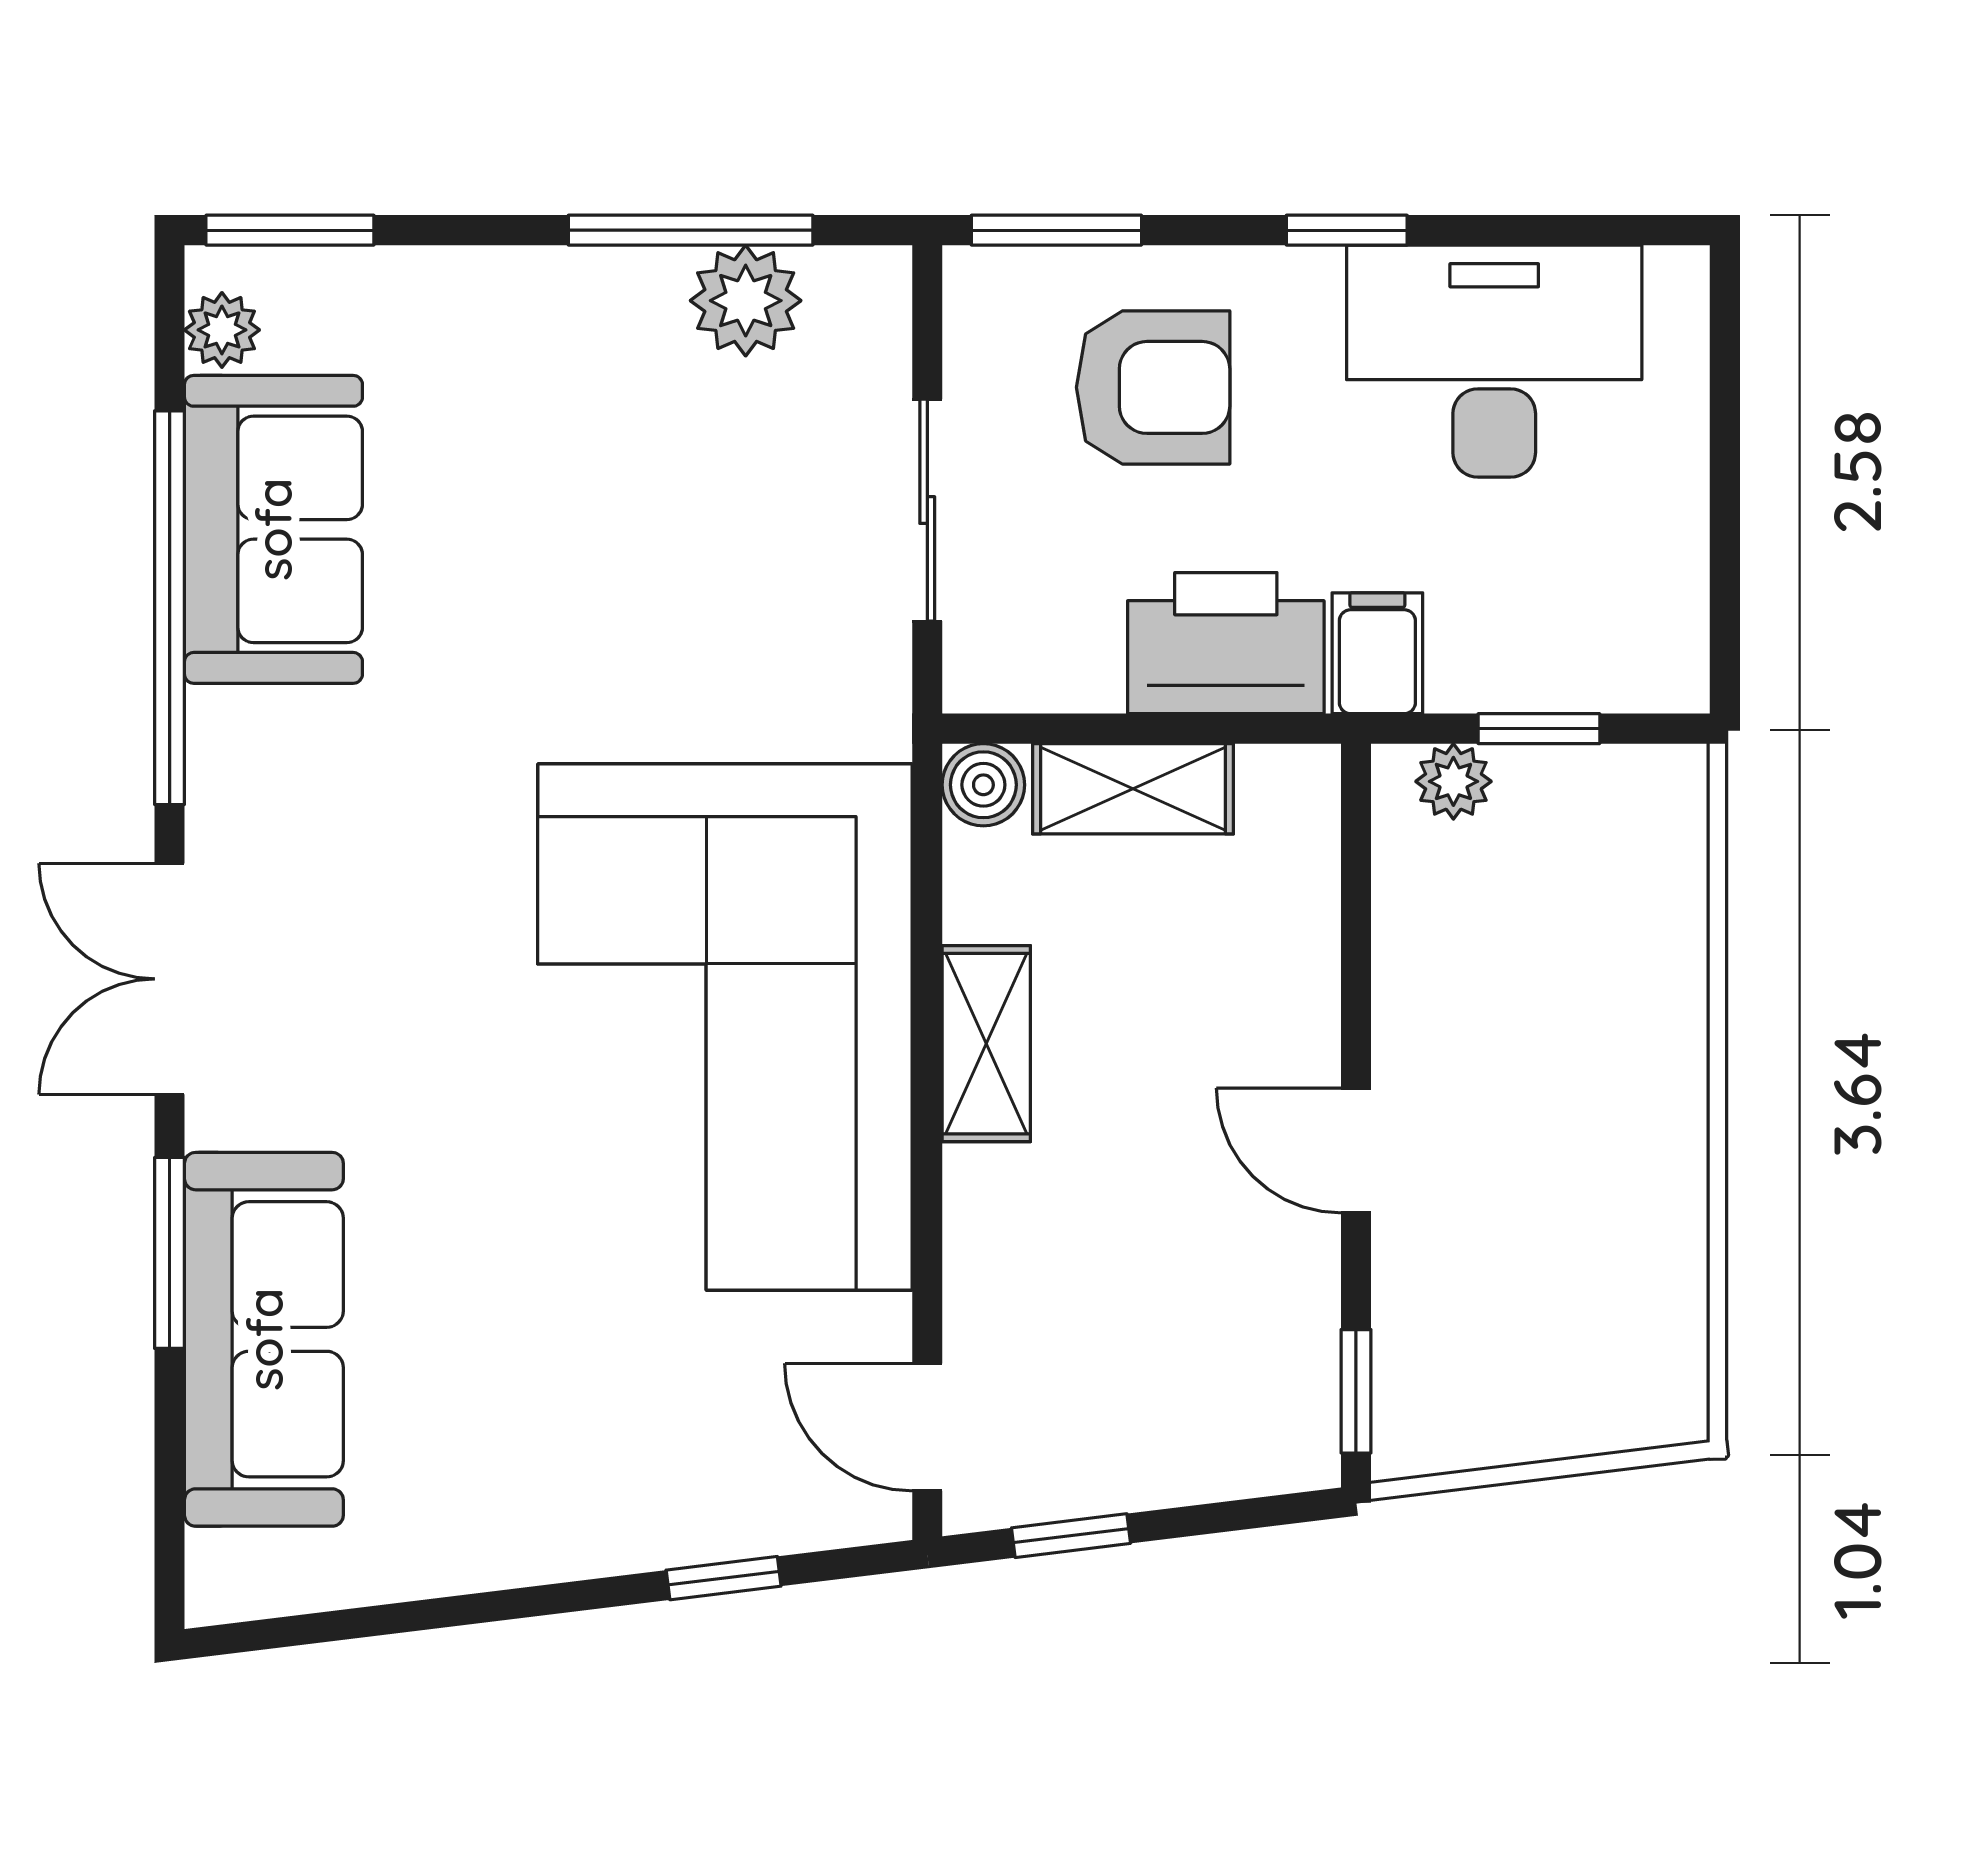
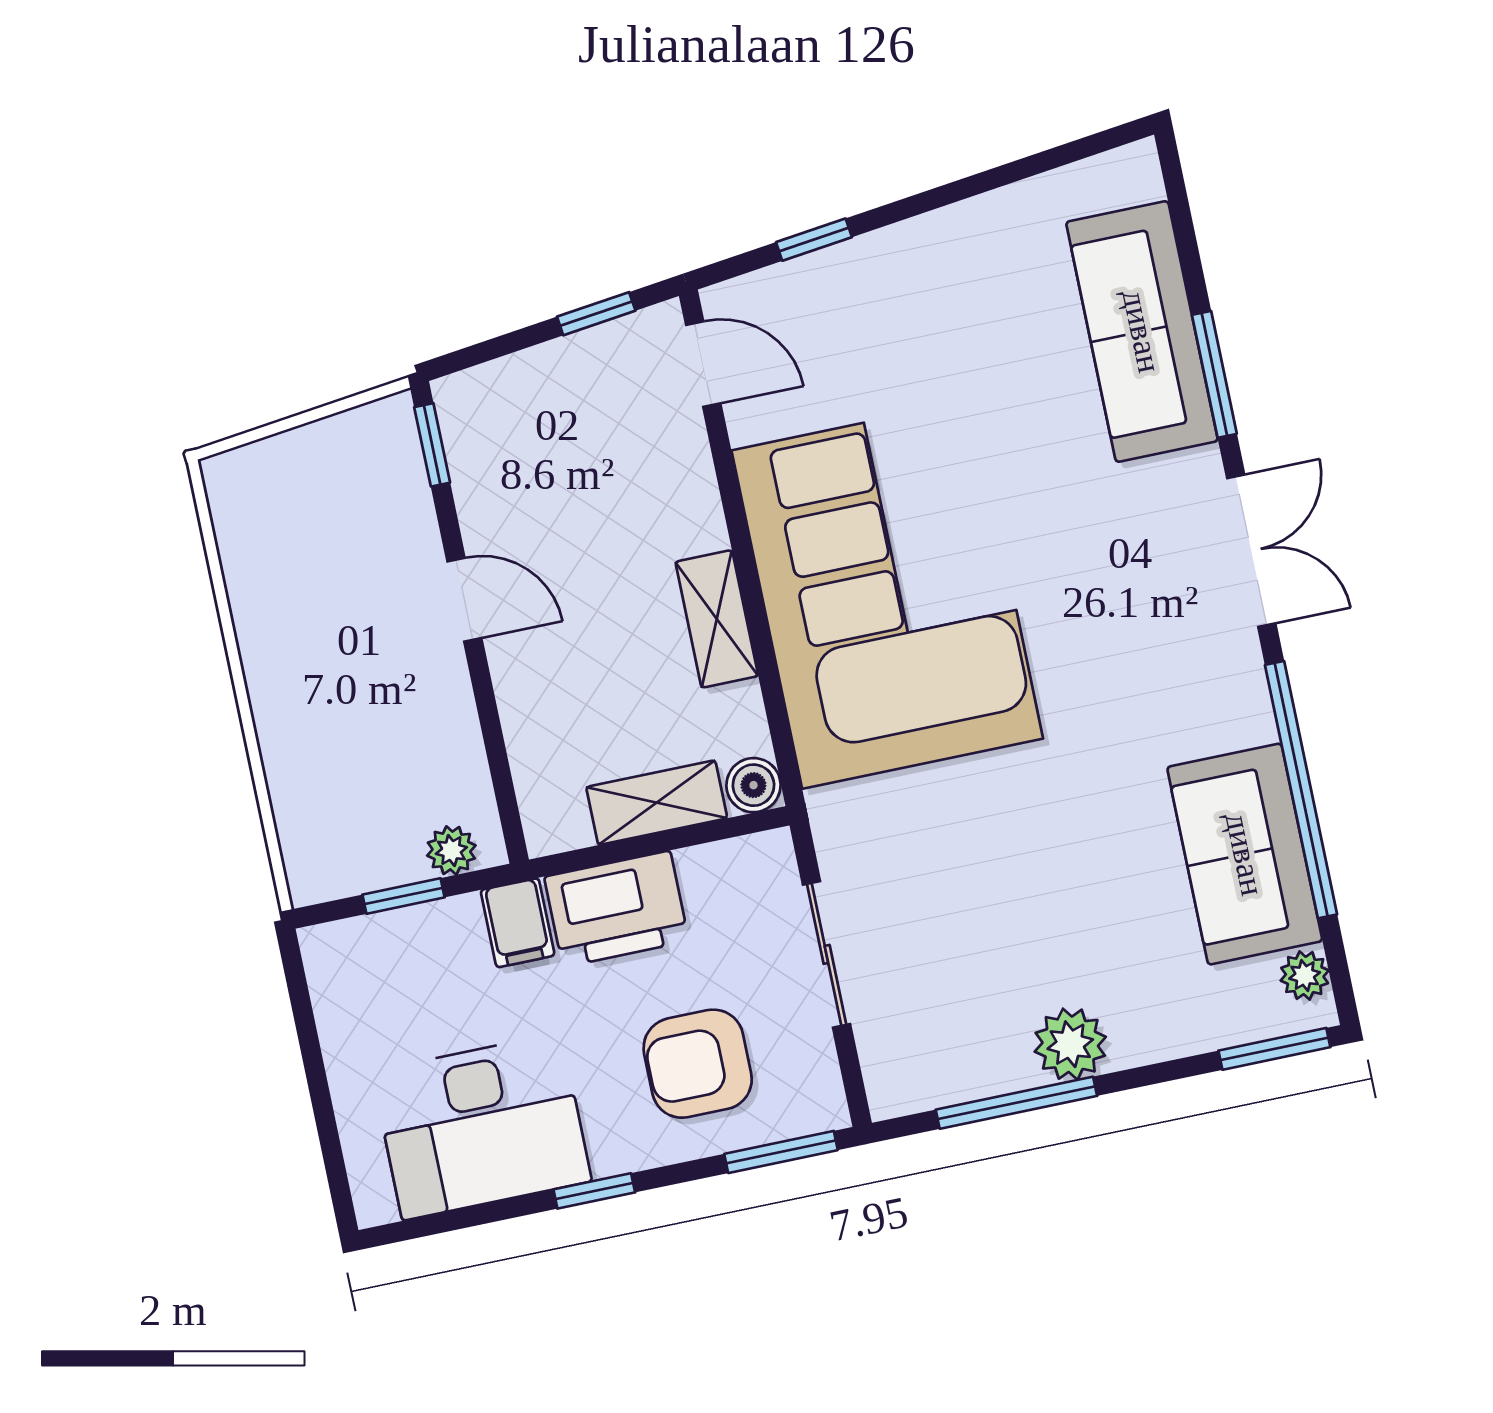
plant: (746, 301) -> (1070, 1044), moved

